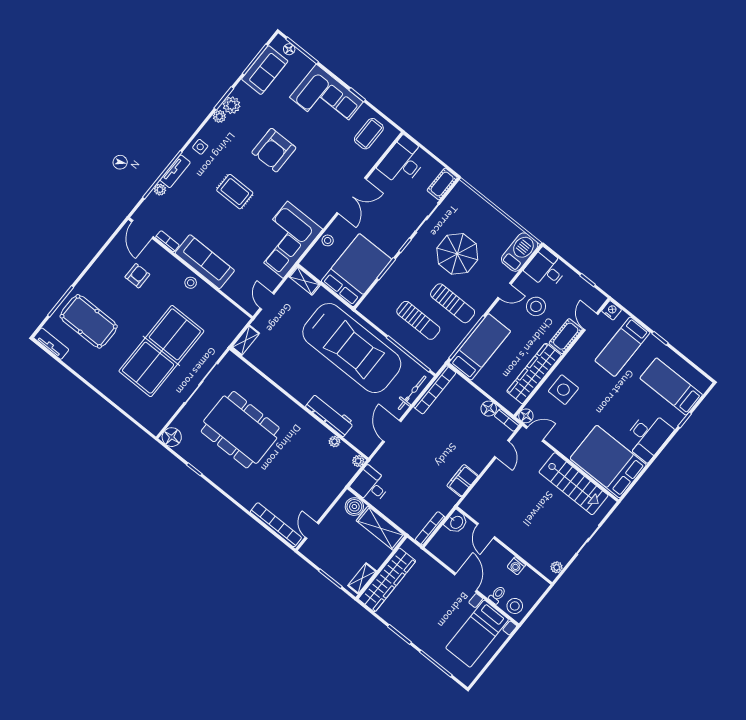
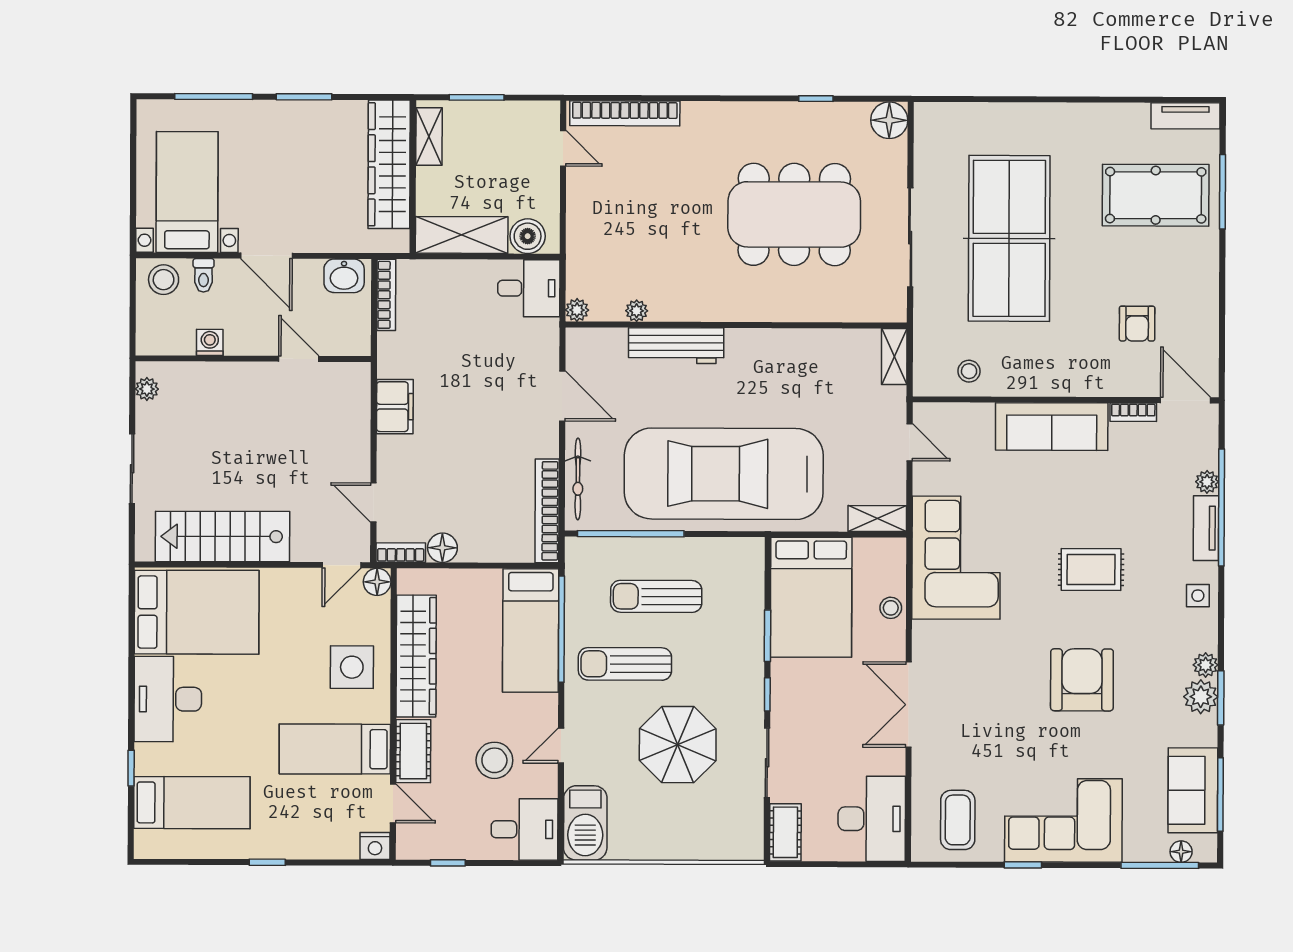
stool: (191, 283) -> (969, 371), moved
bed: (622, 347) -> (335, 749), moved, turned -90
washbasin: (456, 522) -> (344, 276), moved, turned -90

